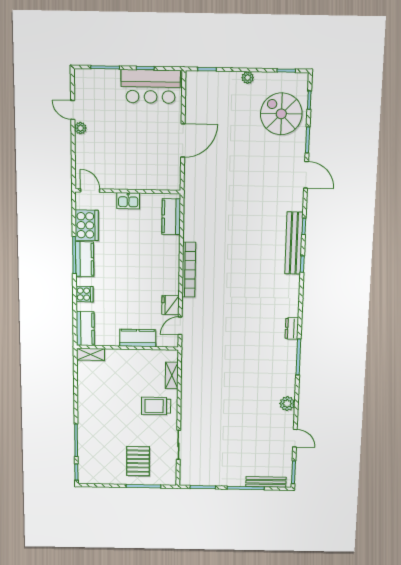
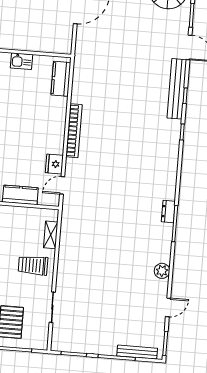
bench: (294, 243) -> (177, 89), moved
dresser: (292, 328) -> (168, 211), moved
door: (295, 438) -> (168, 307), hinge flipped

